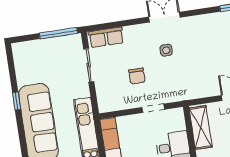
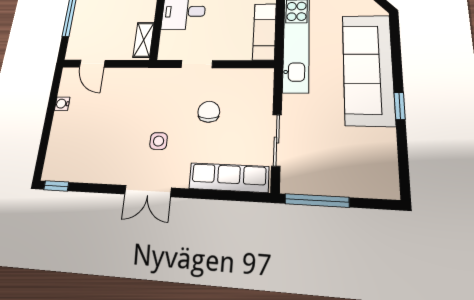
row of seats: (106, 37) -> (229, 178), width x1.48
shelving: (201, 127) -> (144, 40), width x0.67, depth x0.75

